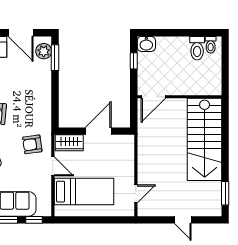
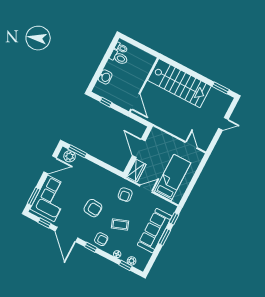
washbasin: (146, 44) -> (105, 77), moved

